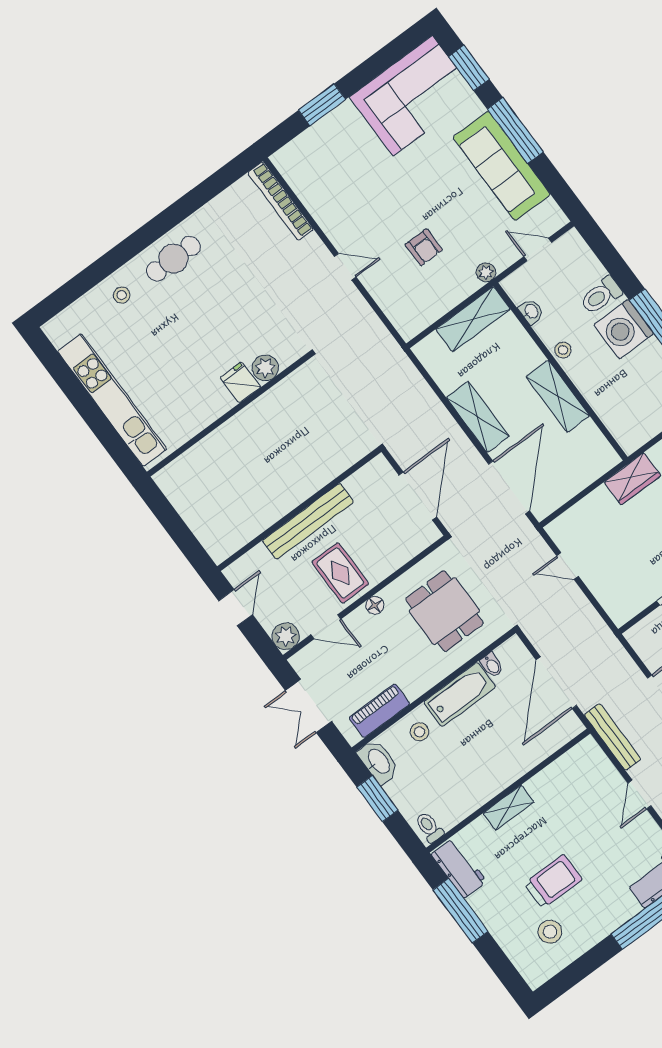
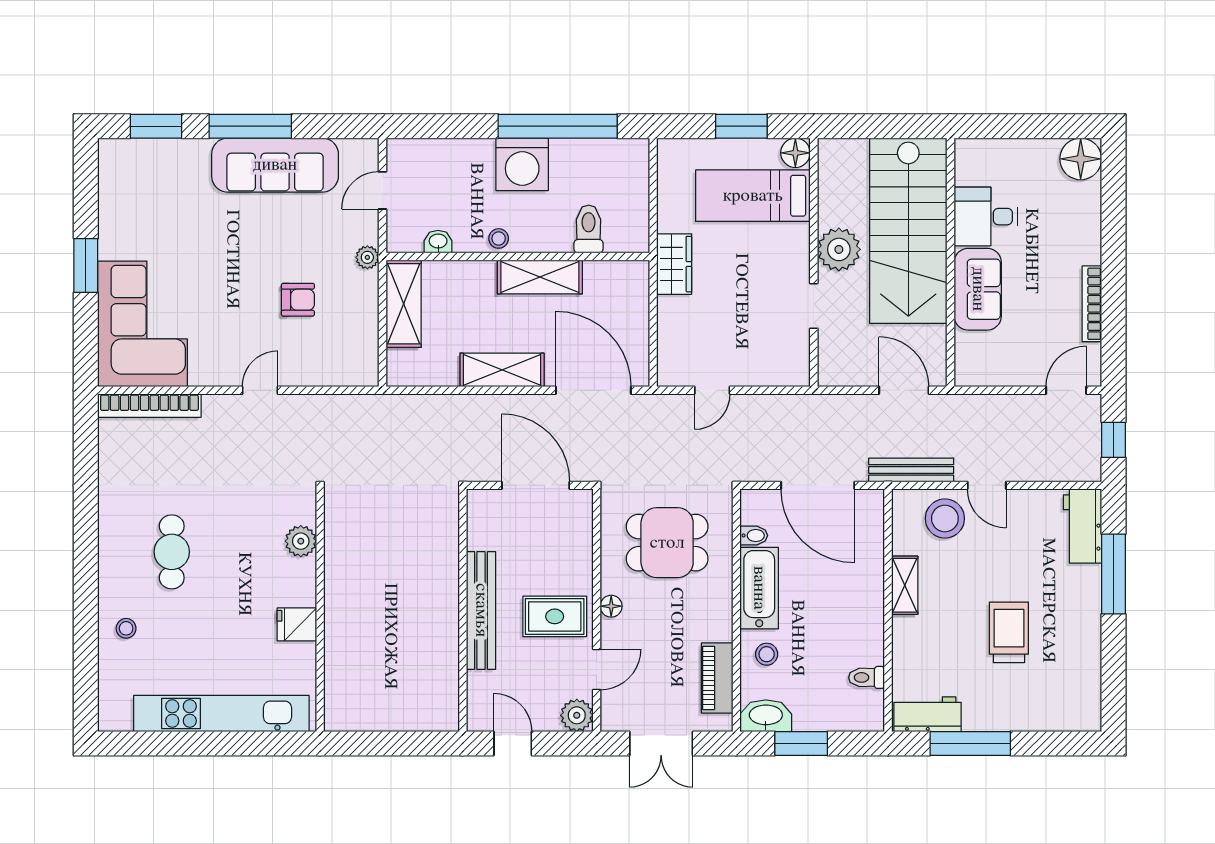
corner sofa: (413, 96) -> (142, 324), moved
window: (322, 105) -> (86, 266), moved
cafe table: (173, 259) -> (172, 552), moved
toilet: (601, 295) -> (589, 229), moved, turned 180
fridge: (240, 382) -> (297, 624), moved
shelving: (509, 808) -> (905, 585), moved
toilet: (429, 827) -> (867, 677), moved
stool: (550, 932) -> (945, 519), moved, width x1.38, depth x1.38

